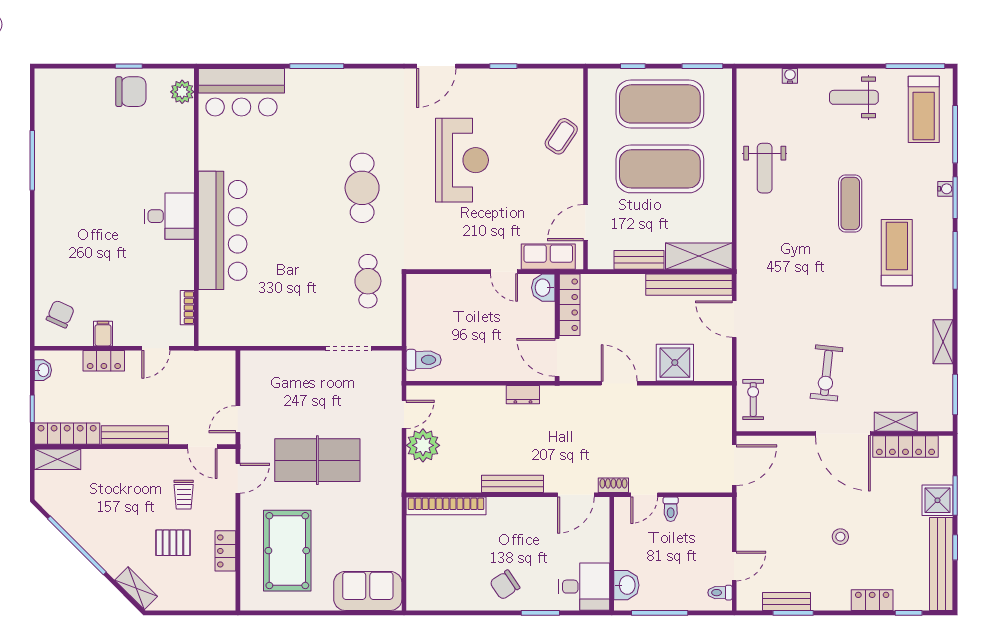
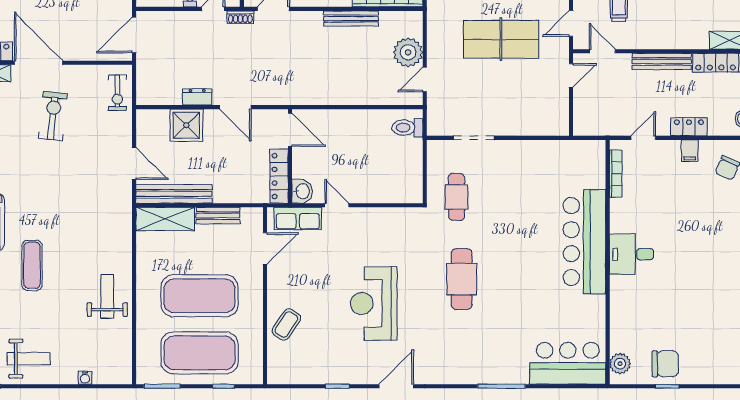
chair: (131, 92) -> (665, 364), turned 180
bookcase: (187, 308) -> (616, 174), width x1.56
dresser: (523, 395) -> (197, 97), moved
bench: (512, 484) -> (351, 18), moved

